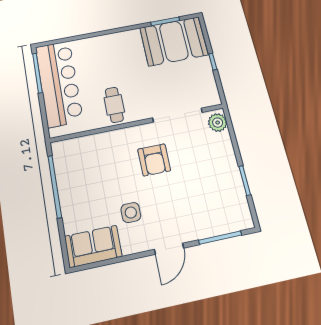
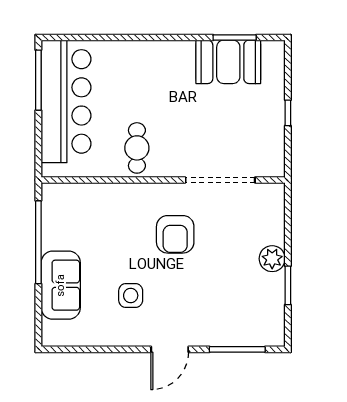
booth: (174, 41) -> (228, 62), width x0.73, depth x0.70
plant: (218, 123) -> (272, 259), moved
sofa: (93, 246) -> (61, 285), moved, turned 90

